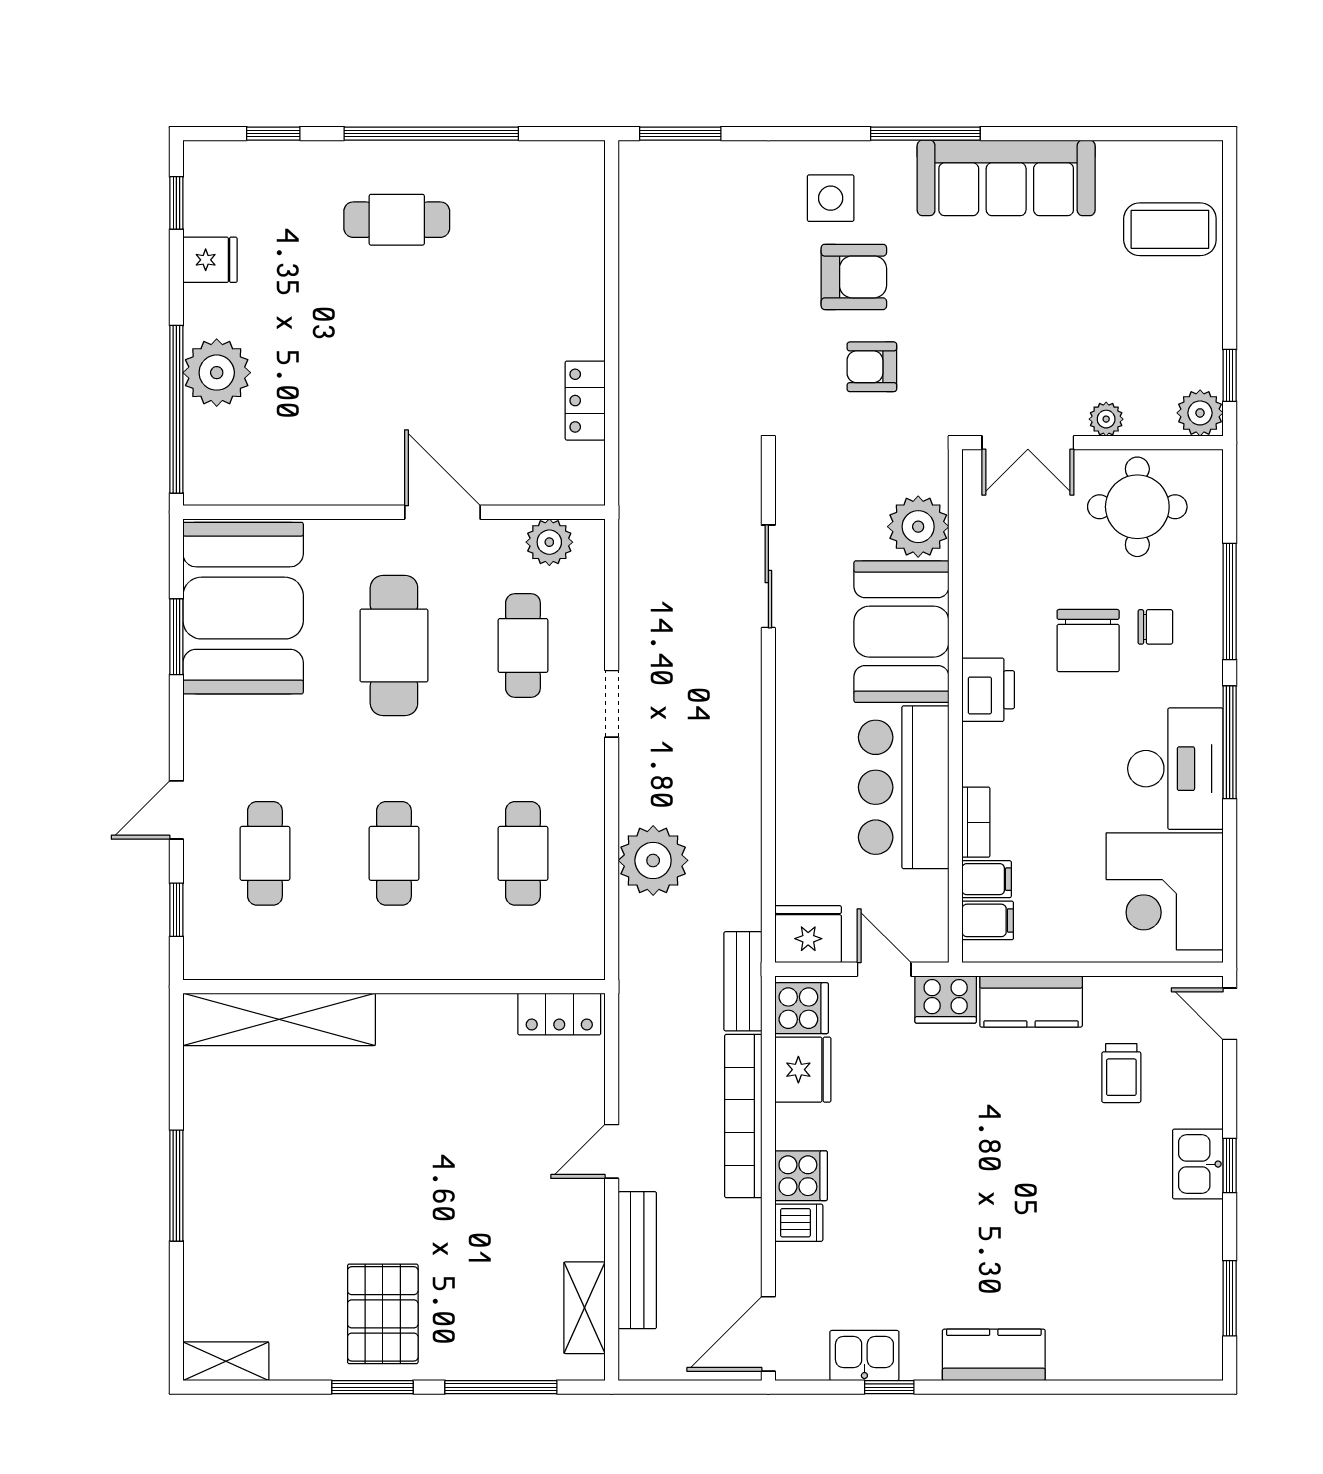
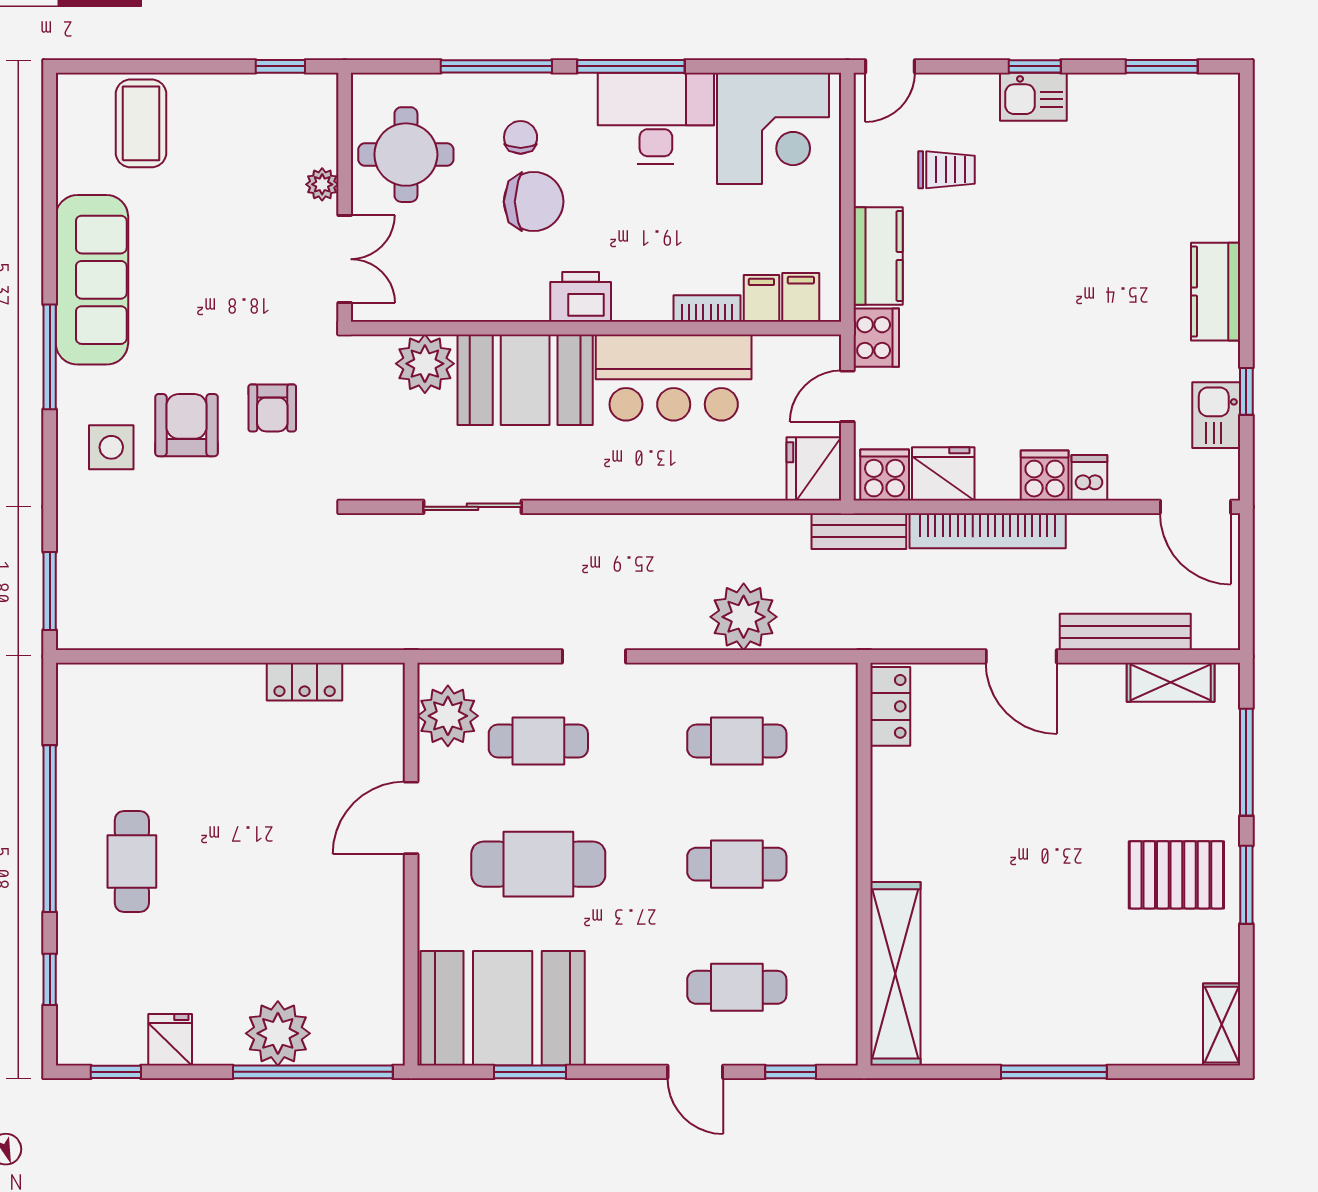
plant: (1200, 413) -> (316, 95), removed
plant: (549, 542) -> (448, 716), width x1.36, depth x1.36
door: (612, 1151) -> (1021, 656), width x1.38

